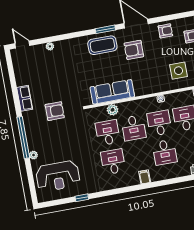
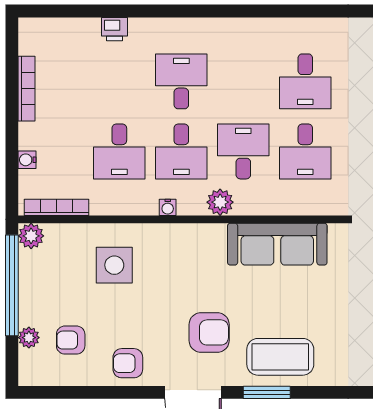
plant: (113, 110) -> (220, 202), moved
filing cabinet: (145, 177) -> (238, 33), removed

